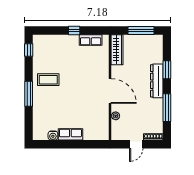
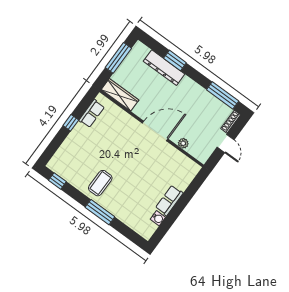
dresser: (157, 81) -> (164, 68), moved
window: (167, 108) -> (223, 95), moved

